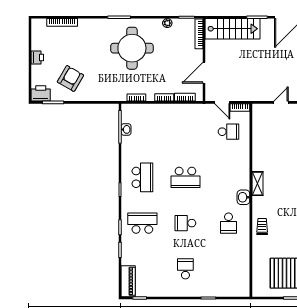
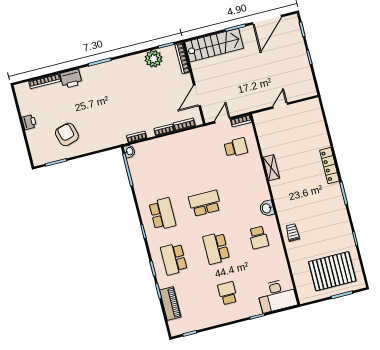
plant: (167, 23) -> (153, 59), width x1.88, depth x1.88
round table: (132, 48) -> (120, 89), removed
armchair: (70, 78) -> (67, 134), turned -45
printer: (41, 93) -> (71, 79), moved, turned 180
door: (222, 102) -> (222, 120), swing flipped
washbasin: (126, 129) -> (129, 151), moved
school desk: (185, 177) -> (205, 203), turned 180
shelving: (258, 184) -> (271, 168), moved
school desk: (142, 223) -> (174, 259), turned -90
school desk: (185, 223) -> (216, 248), width x1.85
piano: (128, 281) -> (170, 304), moved
desk: (232, 283) -> (277, 296), added

